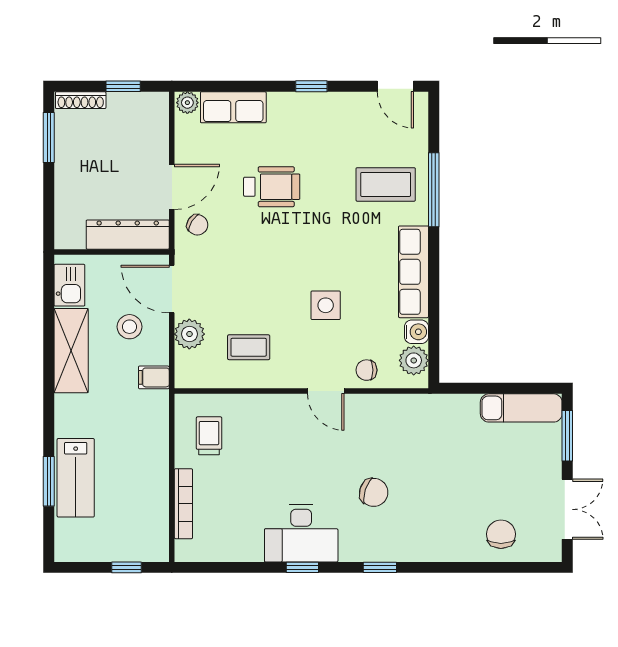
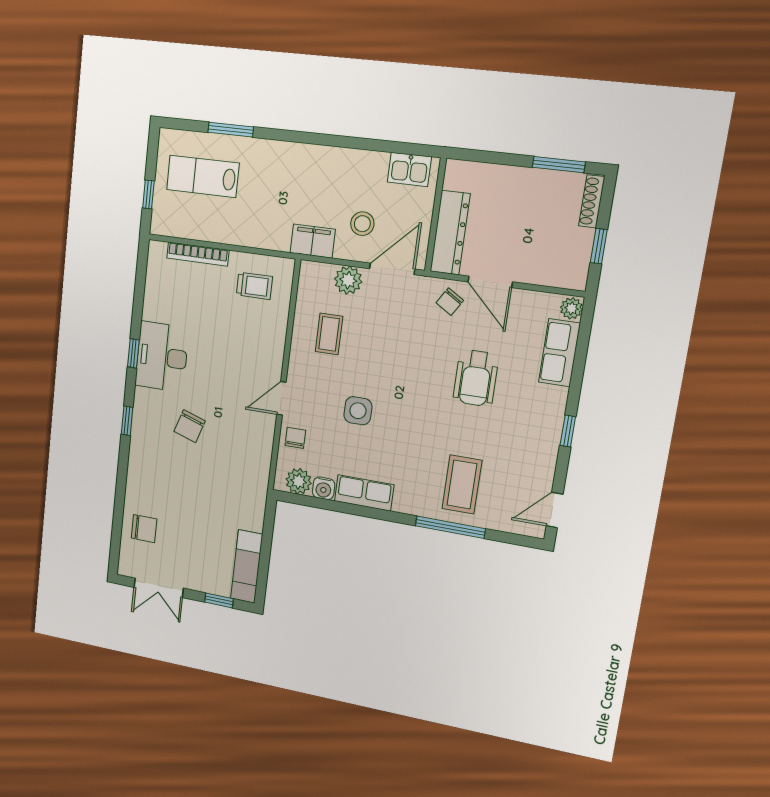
row of seats: (413, 272) -> (364, 493), width x0.68
shelving: (71, 351) -> (347, 164), removed
filing cabinet: (154, 377) -> (313, 241), width x2.00
window: (567, 436) -> (219, 600), width x0.67
lab bench: (76, 478) -> (203, 176), moved

